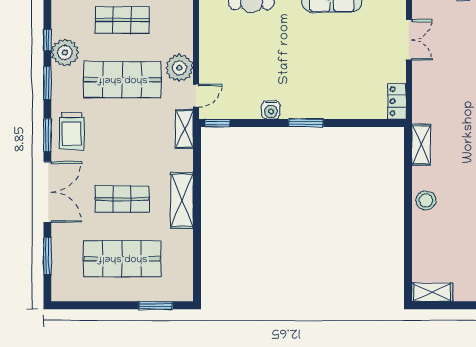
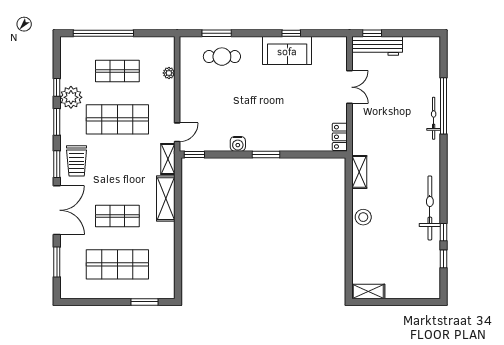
plant: (179, 68) -> (169, 73), moved, width x0.53, depth x0.53
shelving: (182, 200) -> (166, 199), moved

